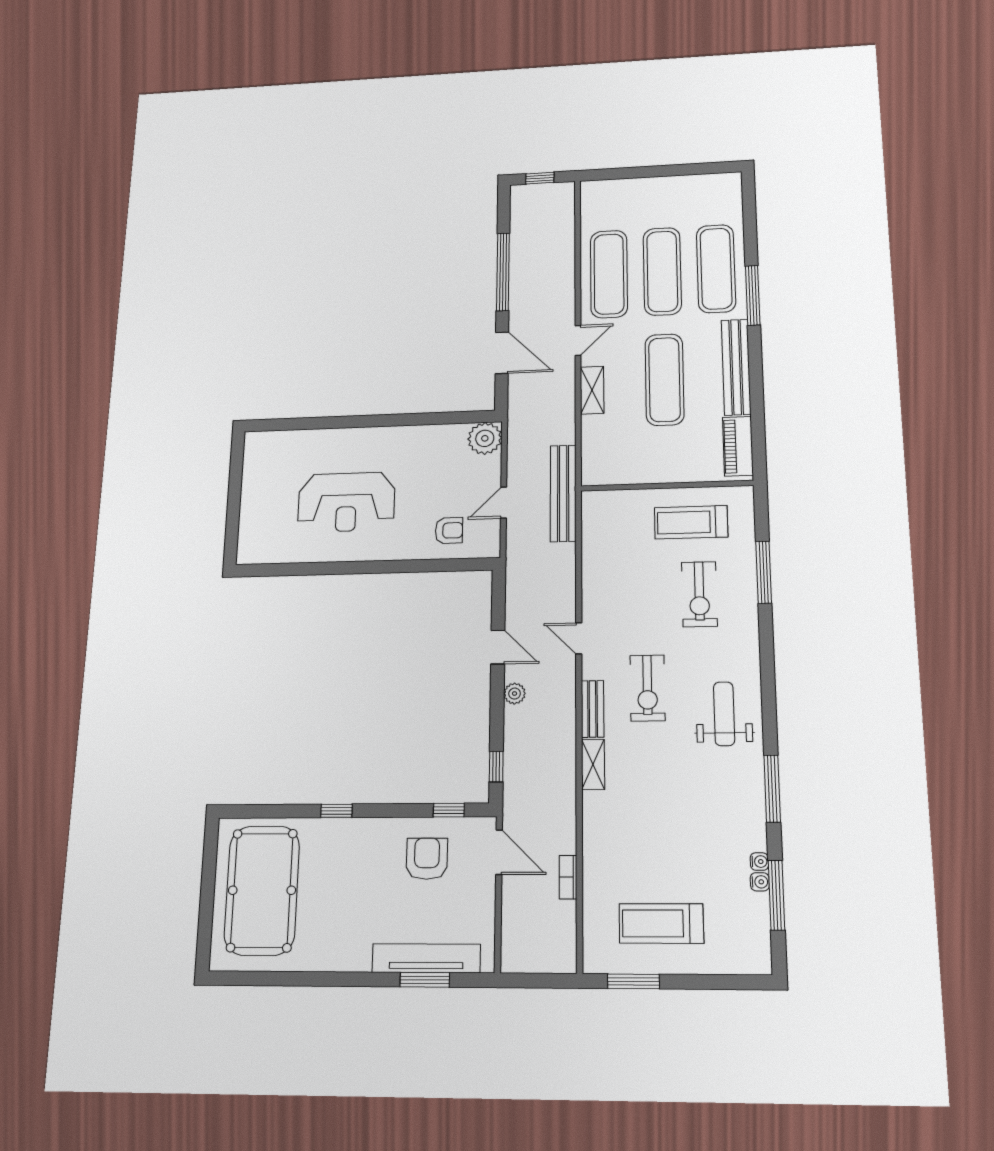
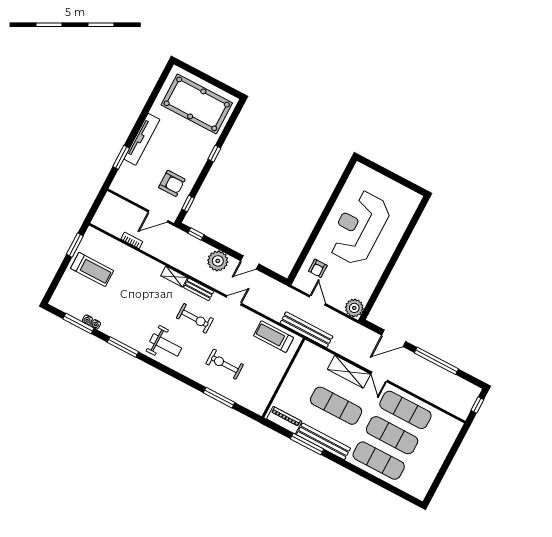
window: (753, 295) -> (307, 444), moved
shelving: (592, 390) -> (349, 372), width x1.50, depth x1.33
reception desk: (346, 502) -> (359, 228), width x1.36, depth x1.30
treadmill: (691, 522) -> (274, 337), moved, turned -90
exercise bike: (647, 688) -> (195, 318), turned 180
plant: (515, 694) -> (218, 261), width x1.88, depth x1.88
treadmill: (661, 923) -> (92, 269), turned 90
tv unit: (426, 958) -> (142, 139), moved

